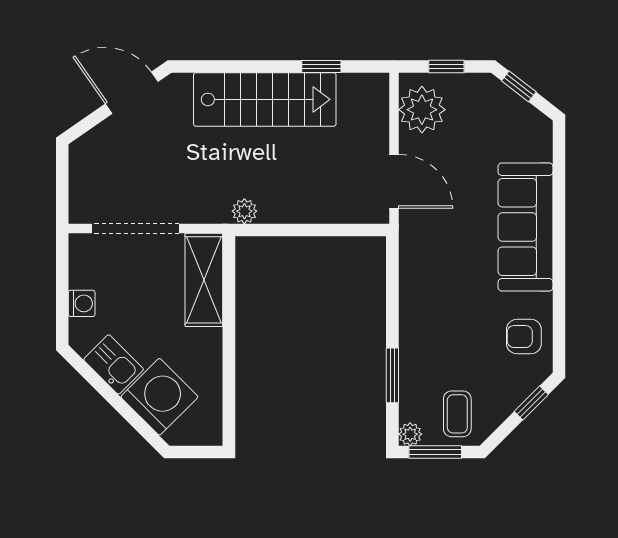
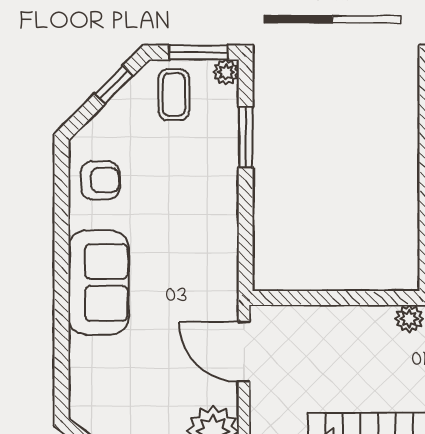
sofa: (525, 227) -> (98, 282), width x0.73
window: (531, 403) -> (114, 85), moved

